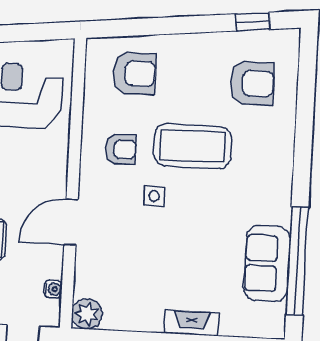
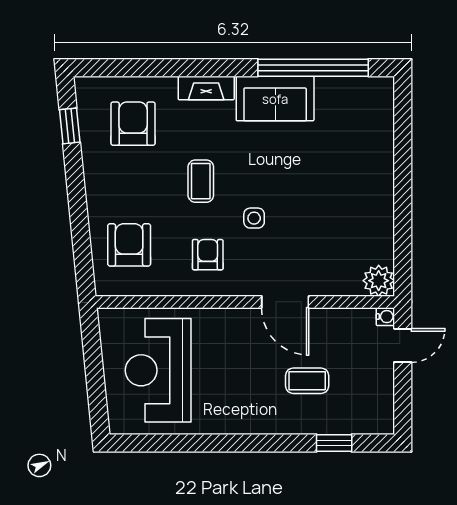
coffee table: (193, 146) -> (201, 181), width x0.54, depth x0.58
sofa: (267, 263) -> (275, 99), moved
water cooler: (53, 289) -> (385, 317), moved, turned 90
fireplace: (192, 323) -> (206, 88), moved, turned -90

